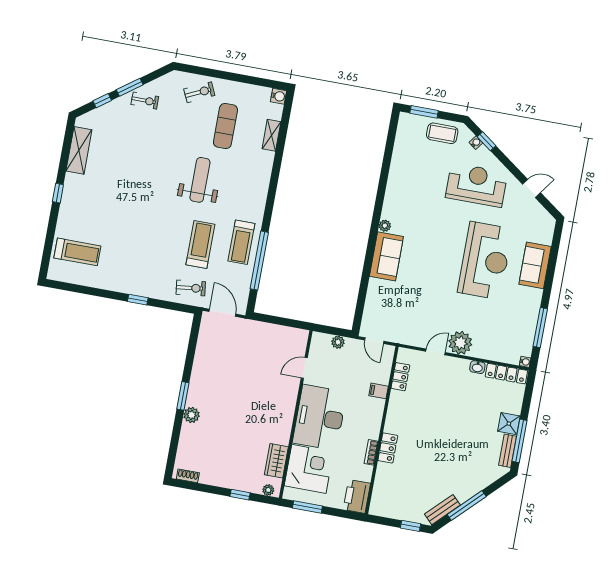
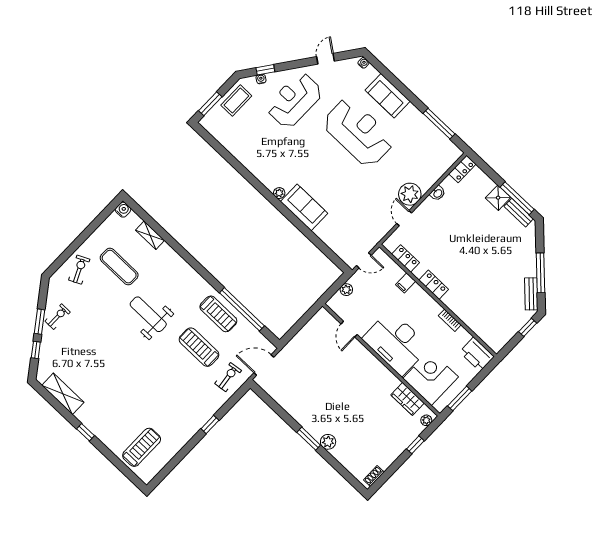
water cooler: (525, 362) -> (363, 63), moved
locker: (506, 374) -> (462, 169), width x0.66
locker: (388, 448) -> (434, 285), moved

